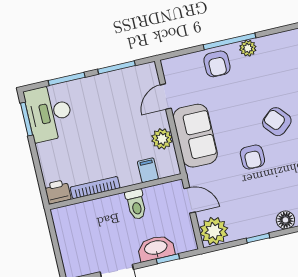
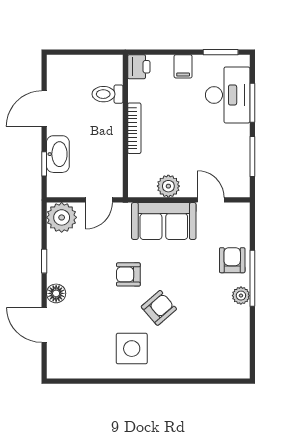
armchair: (217, 64) -> (232, 260), turned 90
desk: (49, 113) -> (228, 95), moved, turned 90
filing cabinet: (148, 170) -> (183, 66), moved, turned 90
bookcase: (95, 188) -> (134, 128), moved
toilet: (136, 204) -> (107, 94), moved

